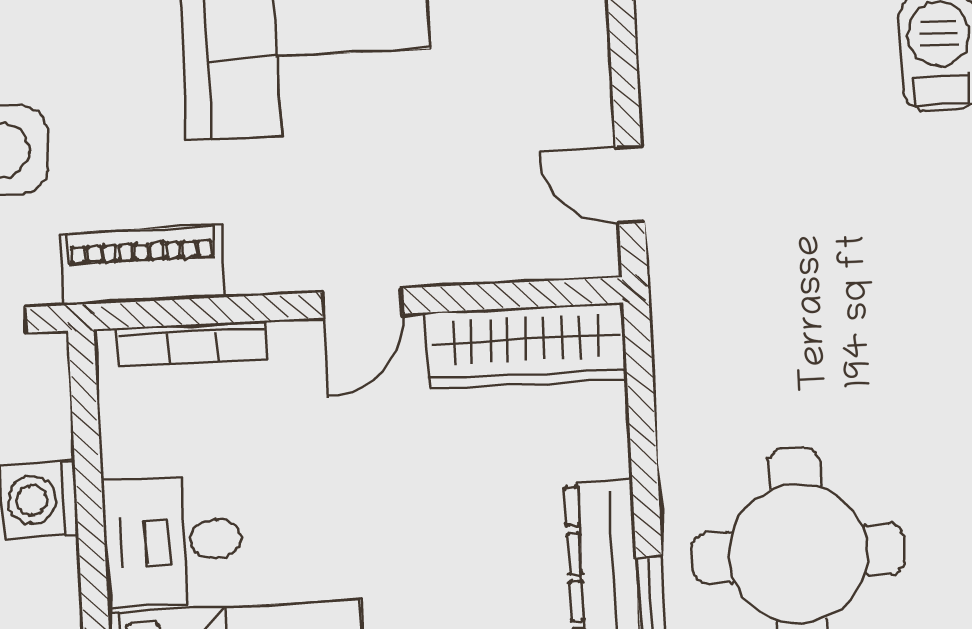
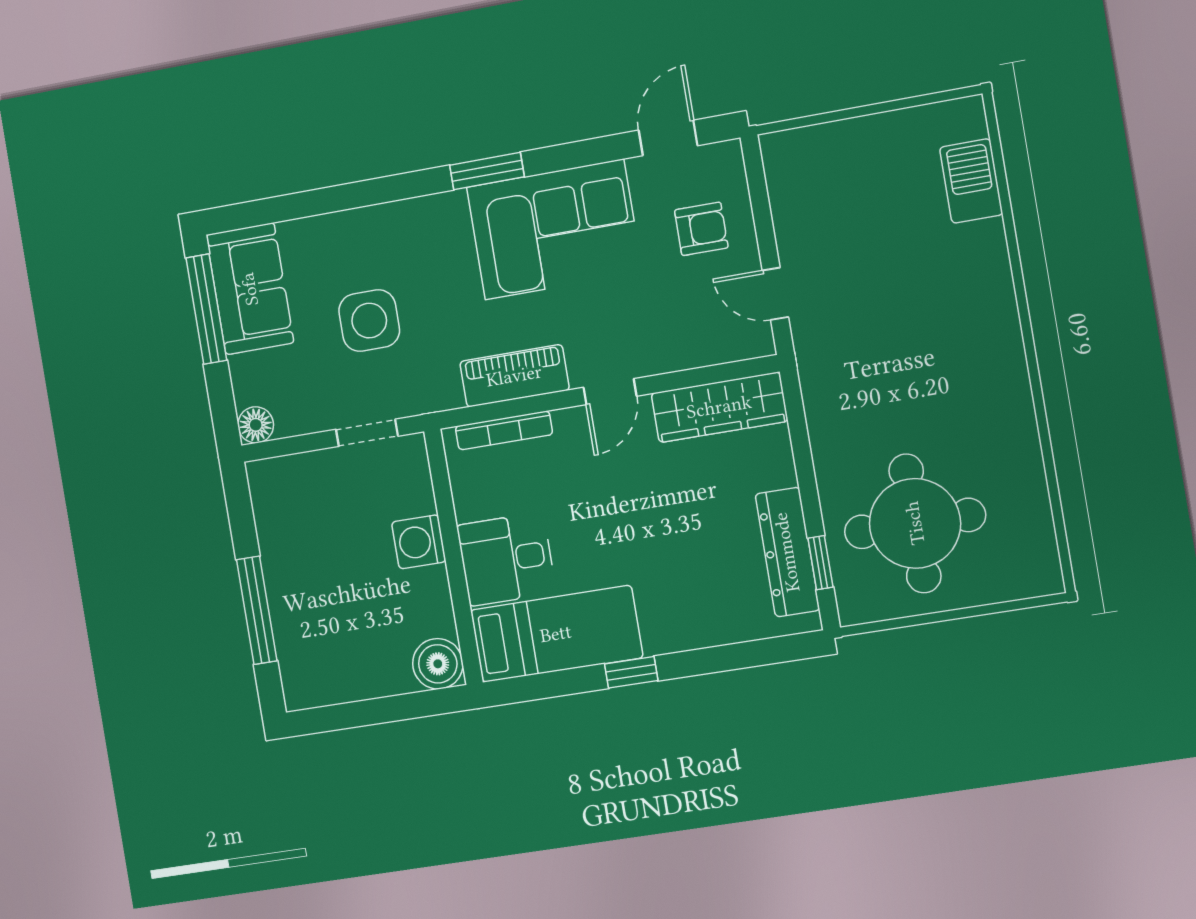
armchair: (530, 73) -> (701, 229), added
piano: (142, 265) -> (514, 376), moved

